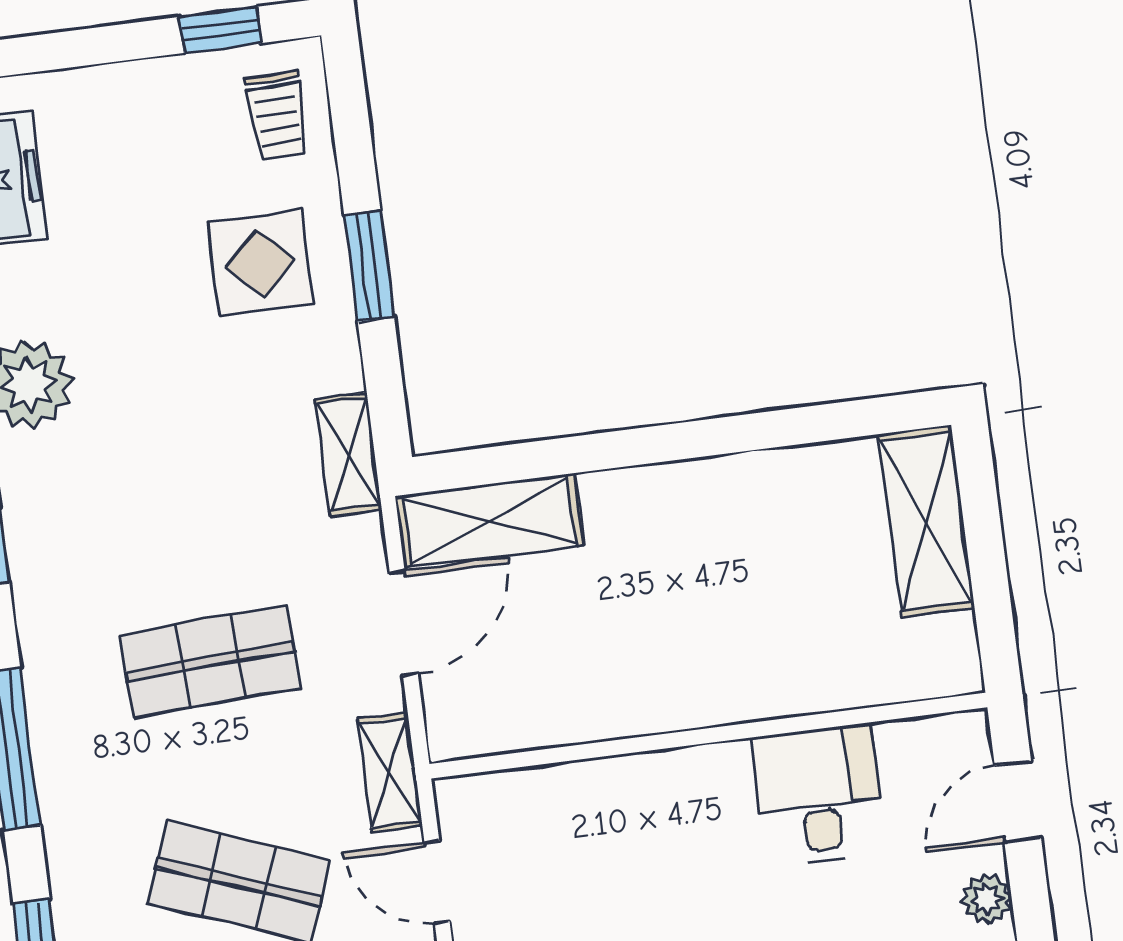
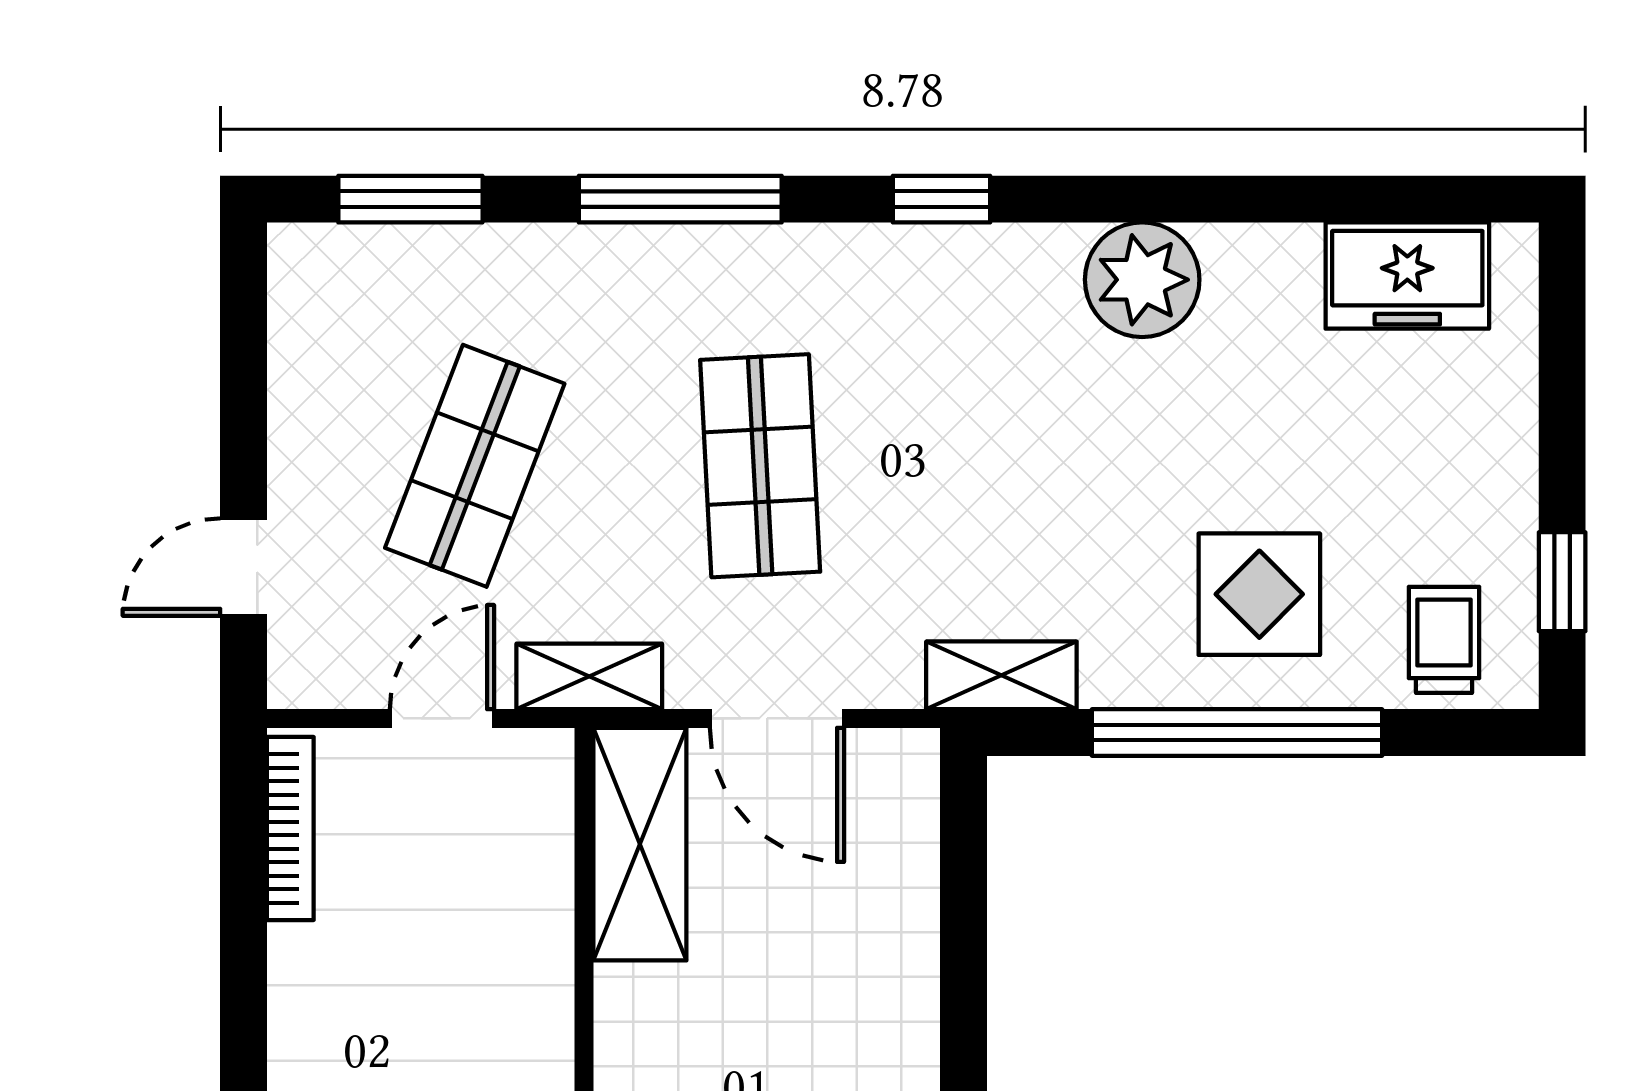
trolley: (277, 115) -> (1444, 640), turned 92
window: (369, 266) -> (1237, 732), width x2.11
shelving: (489, 520) -> (640, 844), moved

